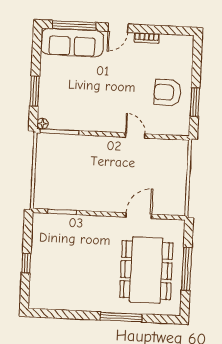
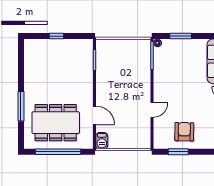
barbecue: (174, 207) -> (102, 141), added
window: (187, 269) -> (58, 152), width x1.46

